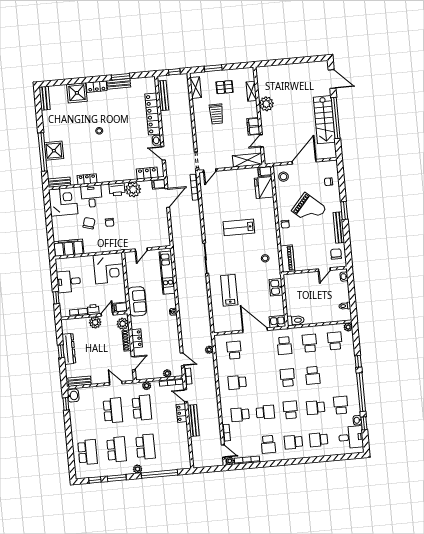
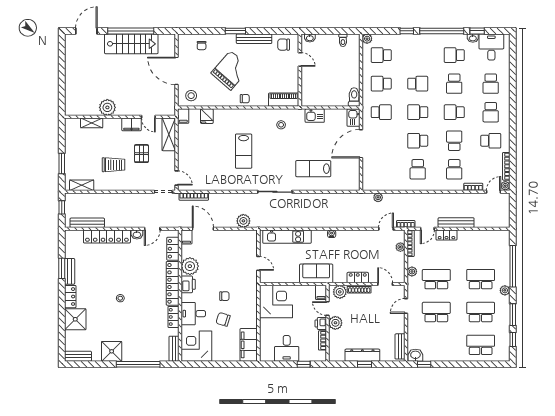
pallet: (225, 87) -> (141, 154), moved
shower: (54, 151) -> (112, 351), moved
locker: (117, 176) -> (173, 283), added
fridge: (264, 188) -> (207, 116), width x0.53, depth x0.75
plant: (177, 233) -> (243, 221), added
school desk: (234, 350) -> (418, 141), moved

